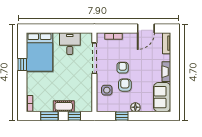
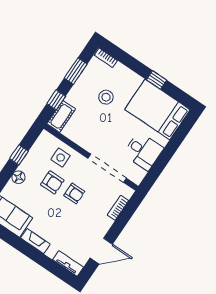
door: (146, 28) -> (101, 251), swing flipped
stool: (53, 87) -> (106, 97), added
cot: (64, 106) -> (61, 116), moved

